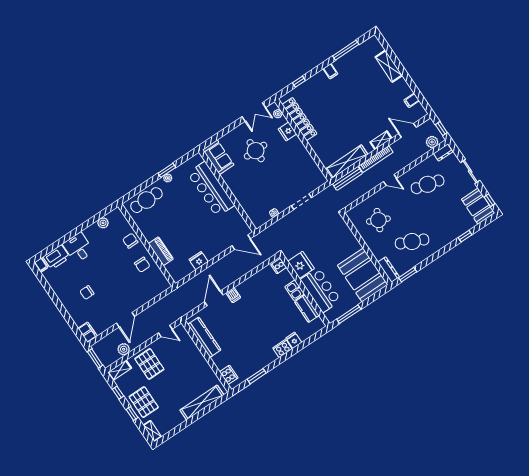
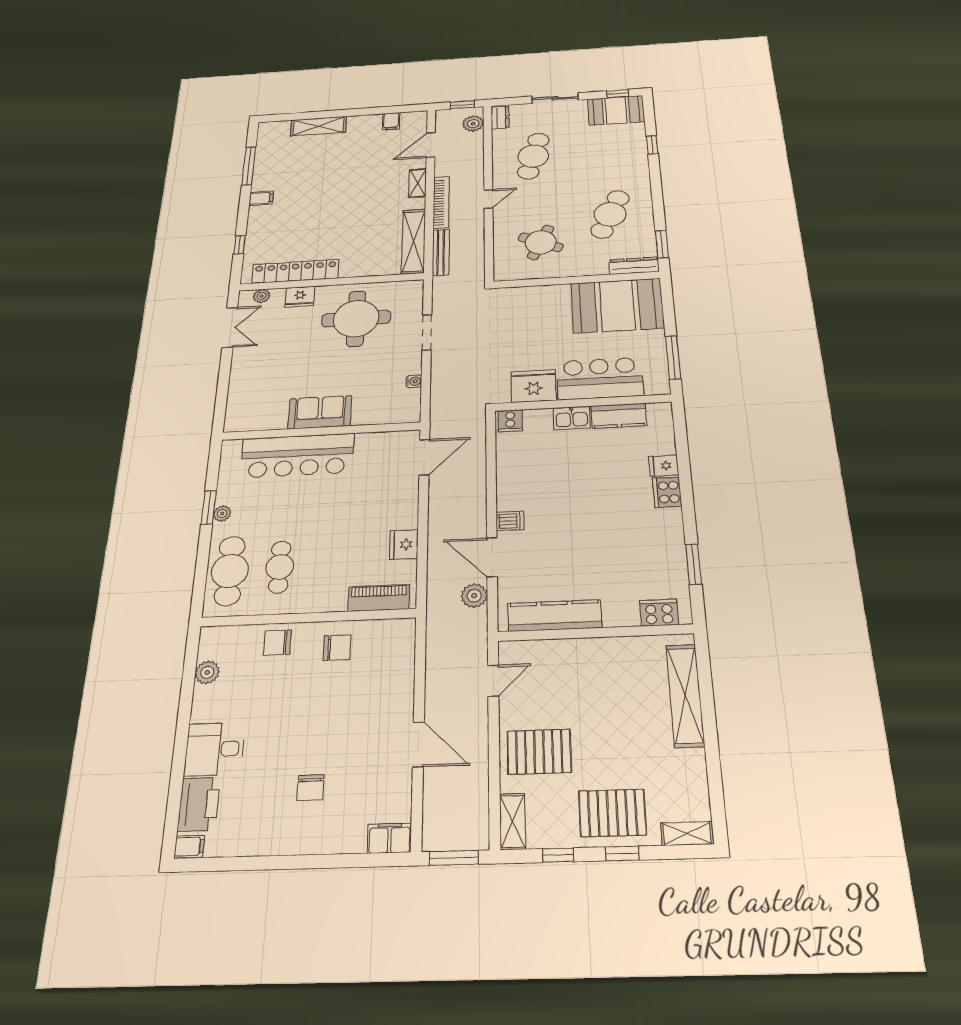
round table: (256, 151) -> (356, 319), moved, width x1.36, depth x1.36
sofa: (218, 157) -> (320, 412), moved
cafe table: (160, 219) -> (280, 567), added
piano: (161, 251) -> (379, 598), moved
plant: (124, 349) -> (474, 596), moved

